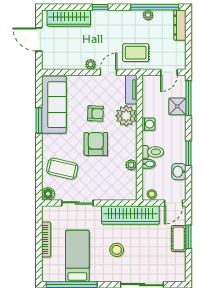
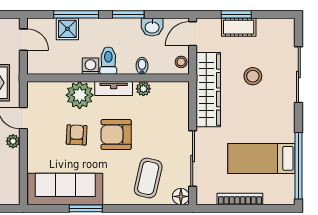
tv unit: (131, 90) -> (114, 89), moved
window: (188, 98) -> (76, 14), moved
toilet: (153, 152) -> (108, 61), moved
sliding door: (77, 203) -> (193, 158), width x1.37
door: (174, 203) -> (193, 34), swing flipped
stool: (117, 250) -> (253, 76), moved

